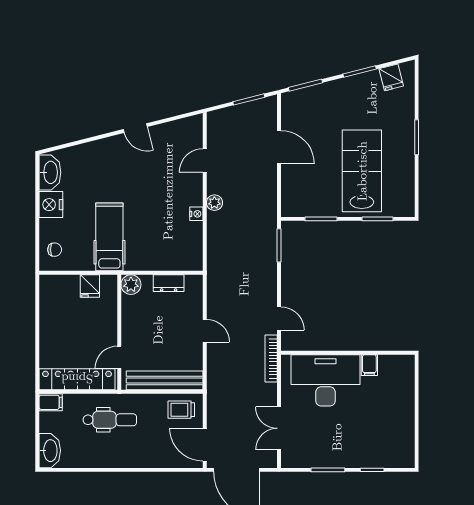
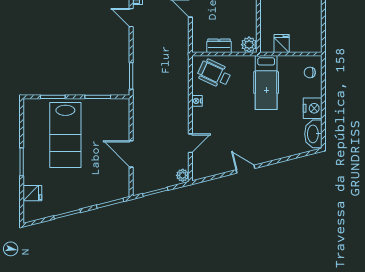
fridge: (391, 77) -> (32, 193), moved, turned 104
plant: (214, 203) -> (183, 175), moved
wheelchair: (175, 248) -> (214, 73), added

